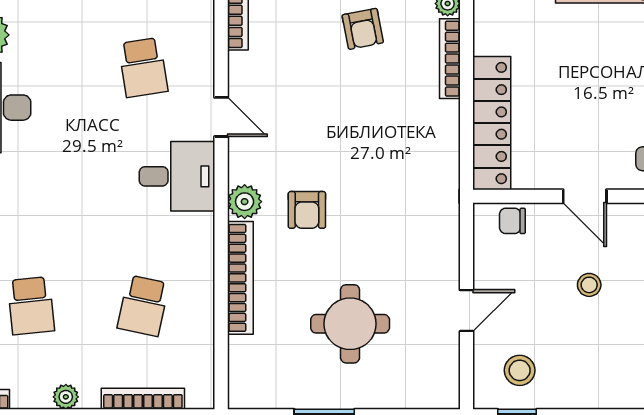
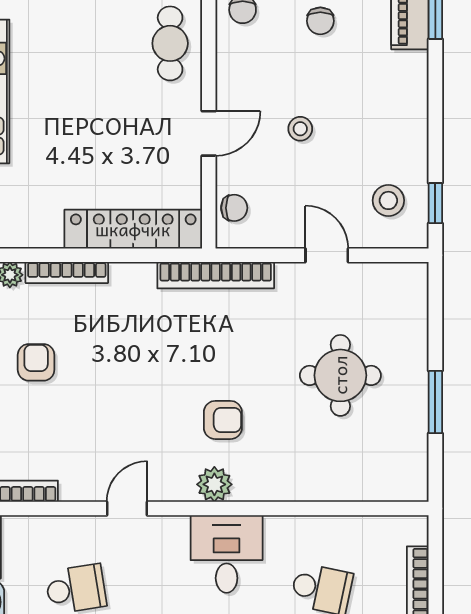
armchair: (363, 29) -> (36, 362), turned -79
desk: (177, 176) -> (227, 554), moved
chair: (512, 221) -> (234, 208), turned -90
bookcase: (240, 278) -> (216, 275), moved, turned 180

